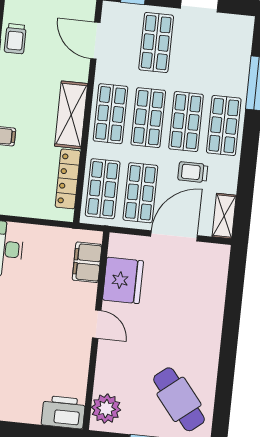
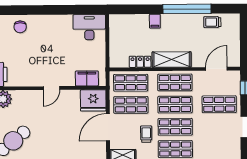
locker: (68, 179) -> (140, 62), width x0.66
door: (174, 236) -> (108, 127), swing flipped
fridge: (123, 280) -> (93, 100), moved

